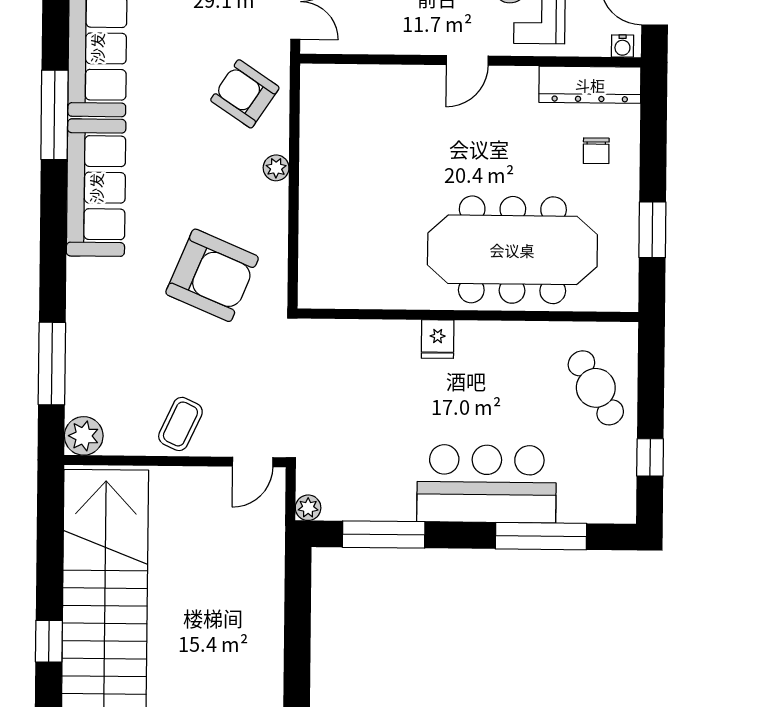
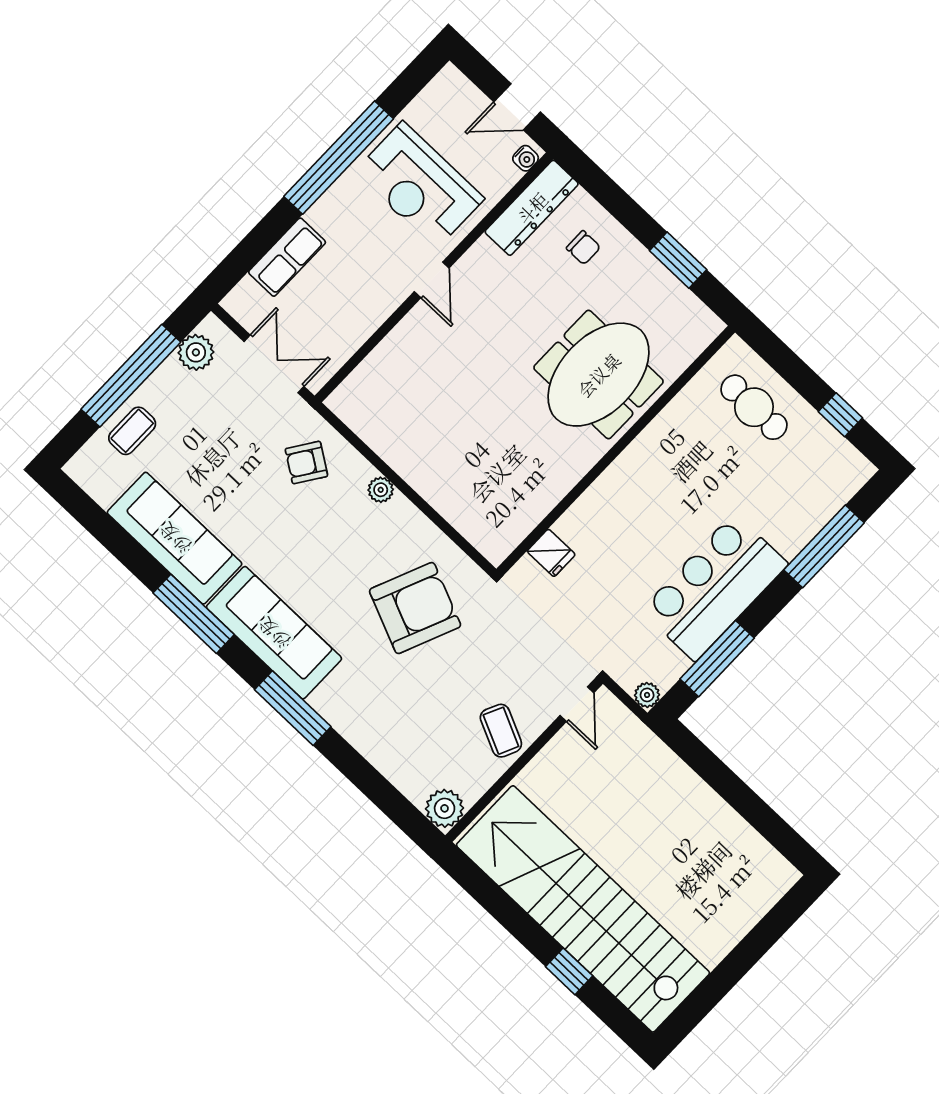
armchair: (245, 94) -> (306, 462), width x0.72, depth x0.72
meeting table: (512, 250) -> (599, 375), width x0.73
fridge: (438, 339) -> (551, 553), moved
window: (52, 364) -> (293, 708), moved
cafe table: (596, 388) -> (754, 407), turned 31
bar counter: (487, 484) -> (715, 587), moved

